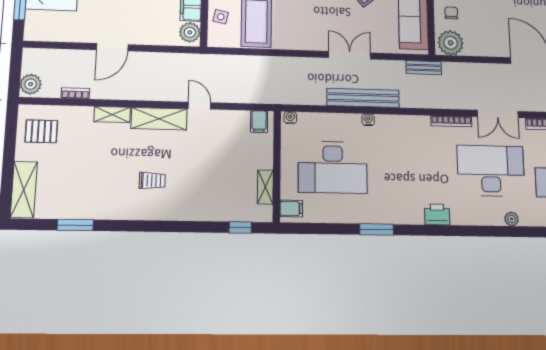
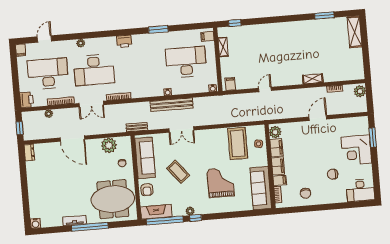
plant: (451, 43) -> (109, 145), moved
door: (199, 106) -> (265, 89), swing flipped
double door: (498, 114) -> (91, 104), swing flipped
shelving: (159, 119) -> (287, 79), removed
pallet: (41, 131) -> (350, 65), removed
trolley: (152, 181) -> (286, 44), removed

